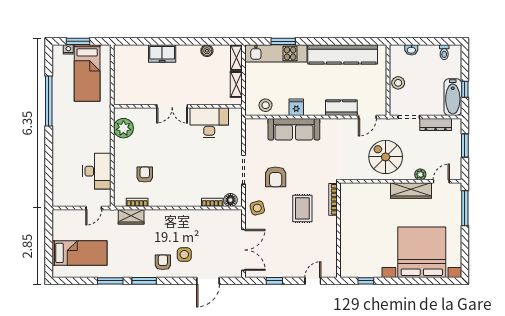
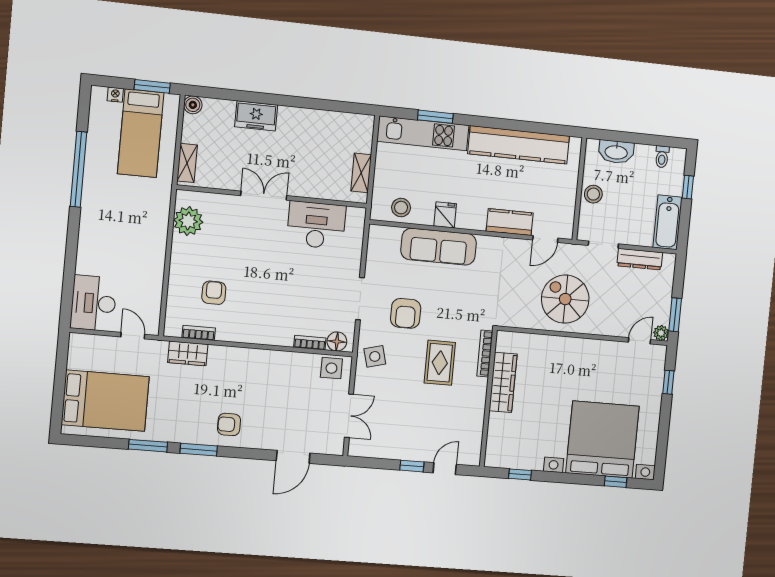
window: (78, 41) -> (152, 86), moved
washbasin: (411, 50) -> (616, 152), width x1.91, depth x1.45
boiler: (207, 51) -> (193, 105), moved
shelving: (236, 58) -> (187, 163), moved
window: (465, 89) -> (688, 187), moved
double door: (172, 106) -> (264, 196), swing flipped
window: (465, 146) -> (675, 315), moved
desk: (97, 171) -> (93, 303), moved, turned 180
plant: (420, 174) -> (661, 333), moved
wardrobe: (411, 190) -> (503, 382), moved, turned -90
door: (94, 208) -> (133, 336), swing flipped
window: (465, 208) -> (668, 382), width x0.46
double door: (243, 250) -> (349, 416), width x0.73
bed: (80, 253) -> (105, 401), width x1.50
side table: (184, 255) -> (331, 368), moved
armchair: (163, 262) -> (229, 424), turned -90
window: (274, 281) -> (412, 466), moved
window: (434, 281) -> (616, 482), added

